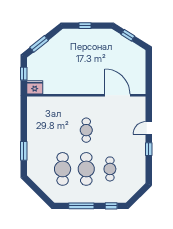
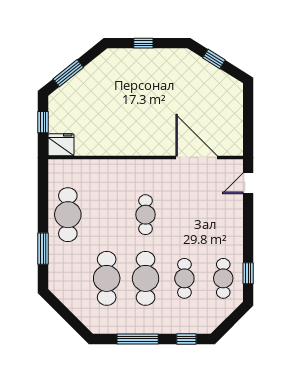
door: (149, 128) -> (248, 183), moved
cafe table: (39, 130) -> (68, 215), added
window: (149, 149) -> (248, 273), moved
cafe table: (134, 169) -> (223, 278), added

